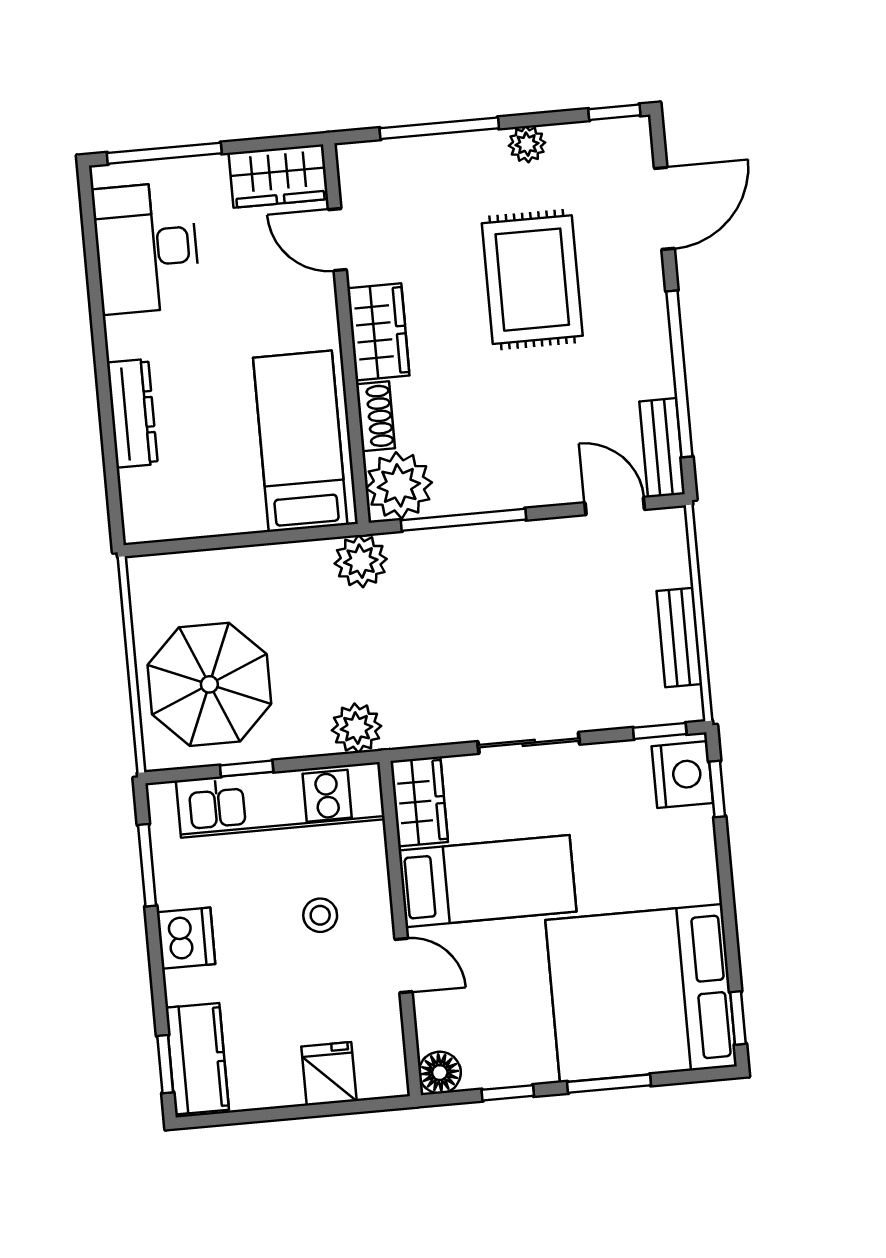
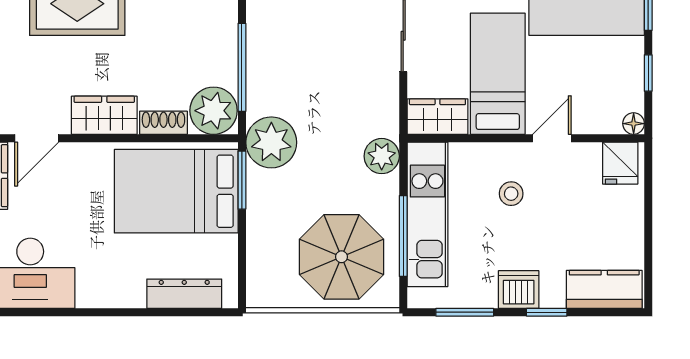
dresser: (132, 413) -> (184, 294), moved
bed: (300, 441) -> (176, 191), width x1.50
window: (305, 534) -> (242, 180), added
plant: (361, 561) -> (271, 142), width x1.36, depth x1.36
window: (247, 769) -> (403, 236), width x2.17
window: (165, 1064) -> (547, 312), moved
floor lamp: (440, 1073) -> (634, 124), width x0.73, depth x0.73
fridge: (329, 1074) -> (620, 163), moved, turned -90

